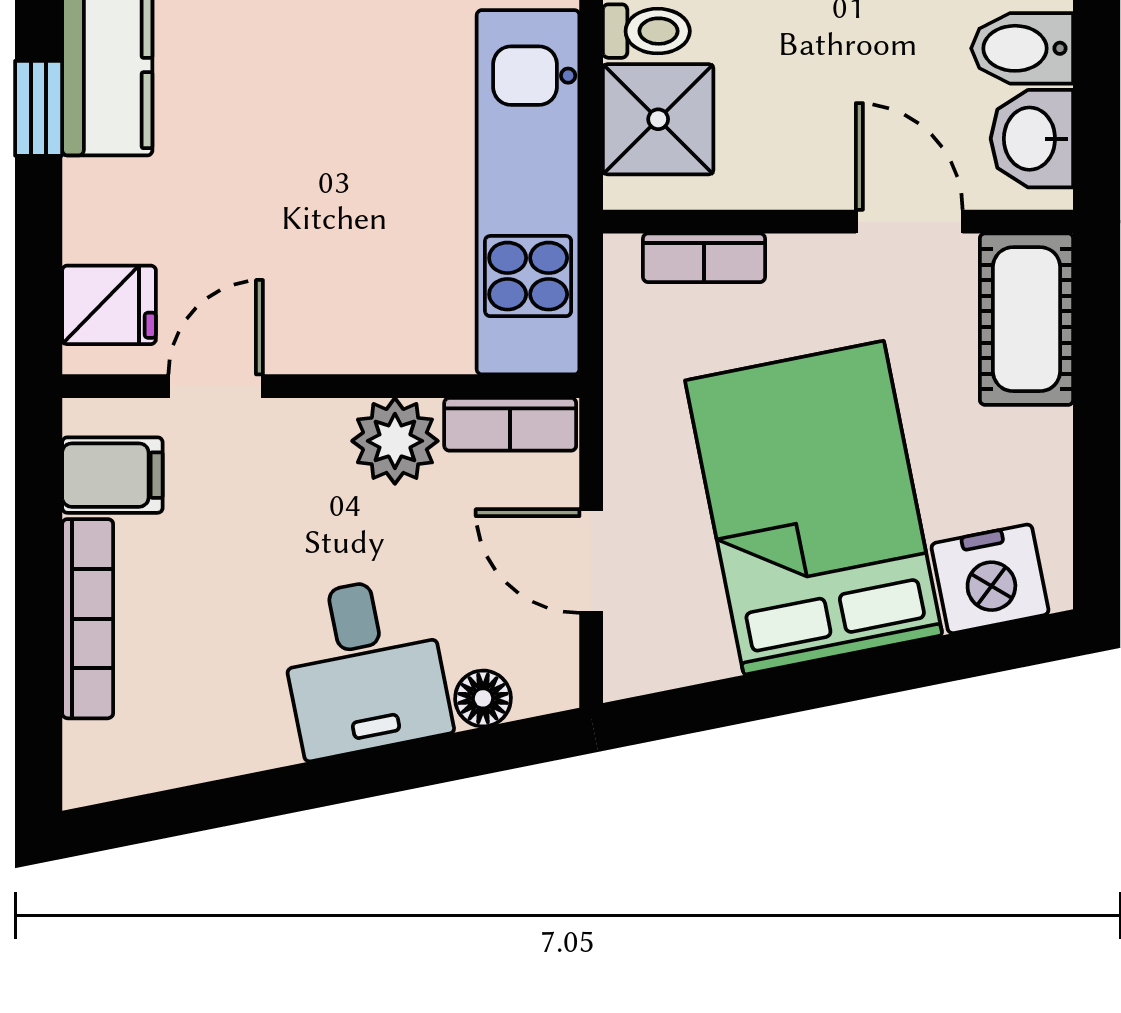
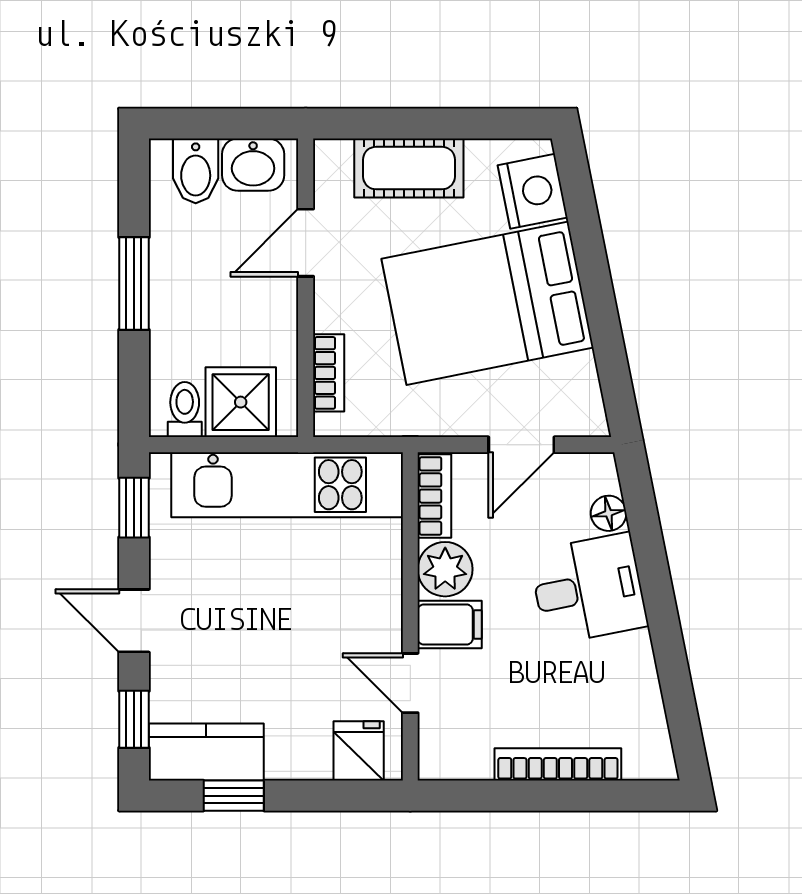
cot: (1027, 319) -> (409, 168), moved
filing cabinet: (112, 475) -> (450, 624), moved, turned 90

